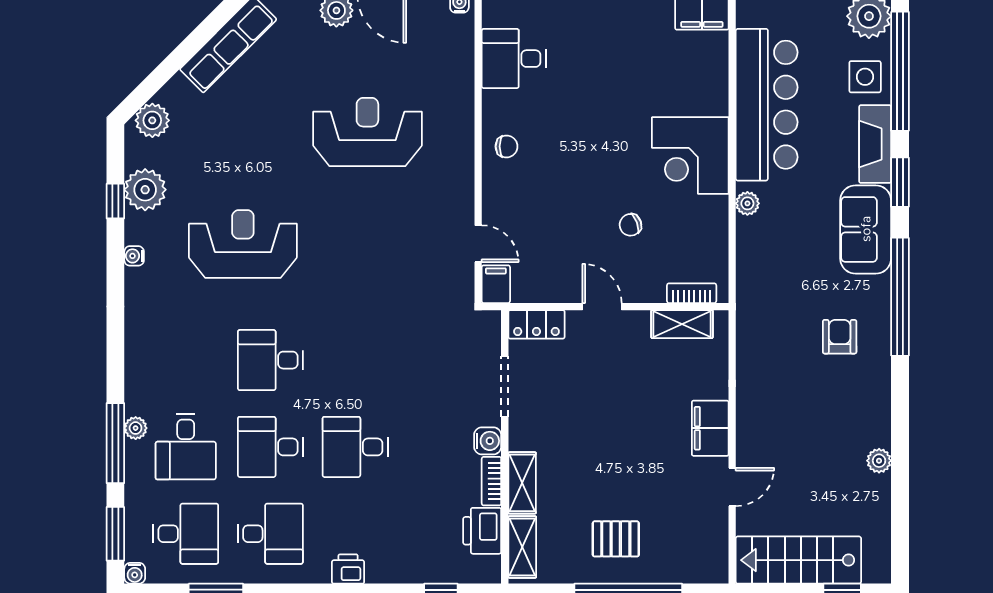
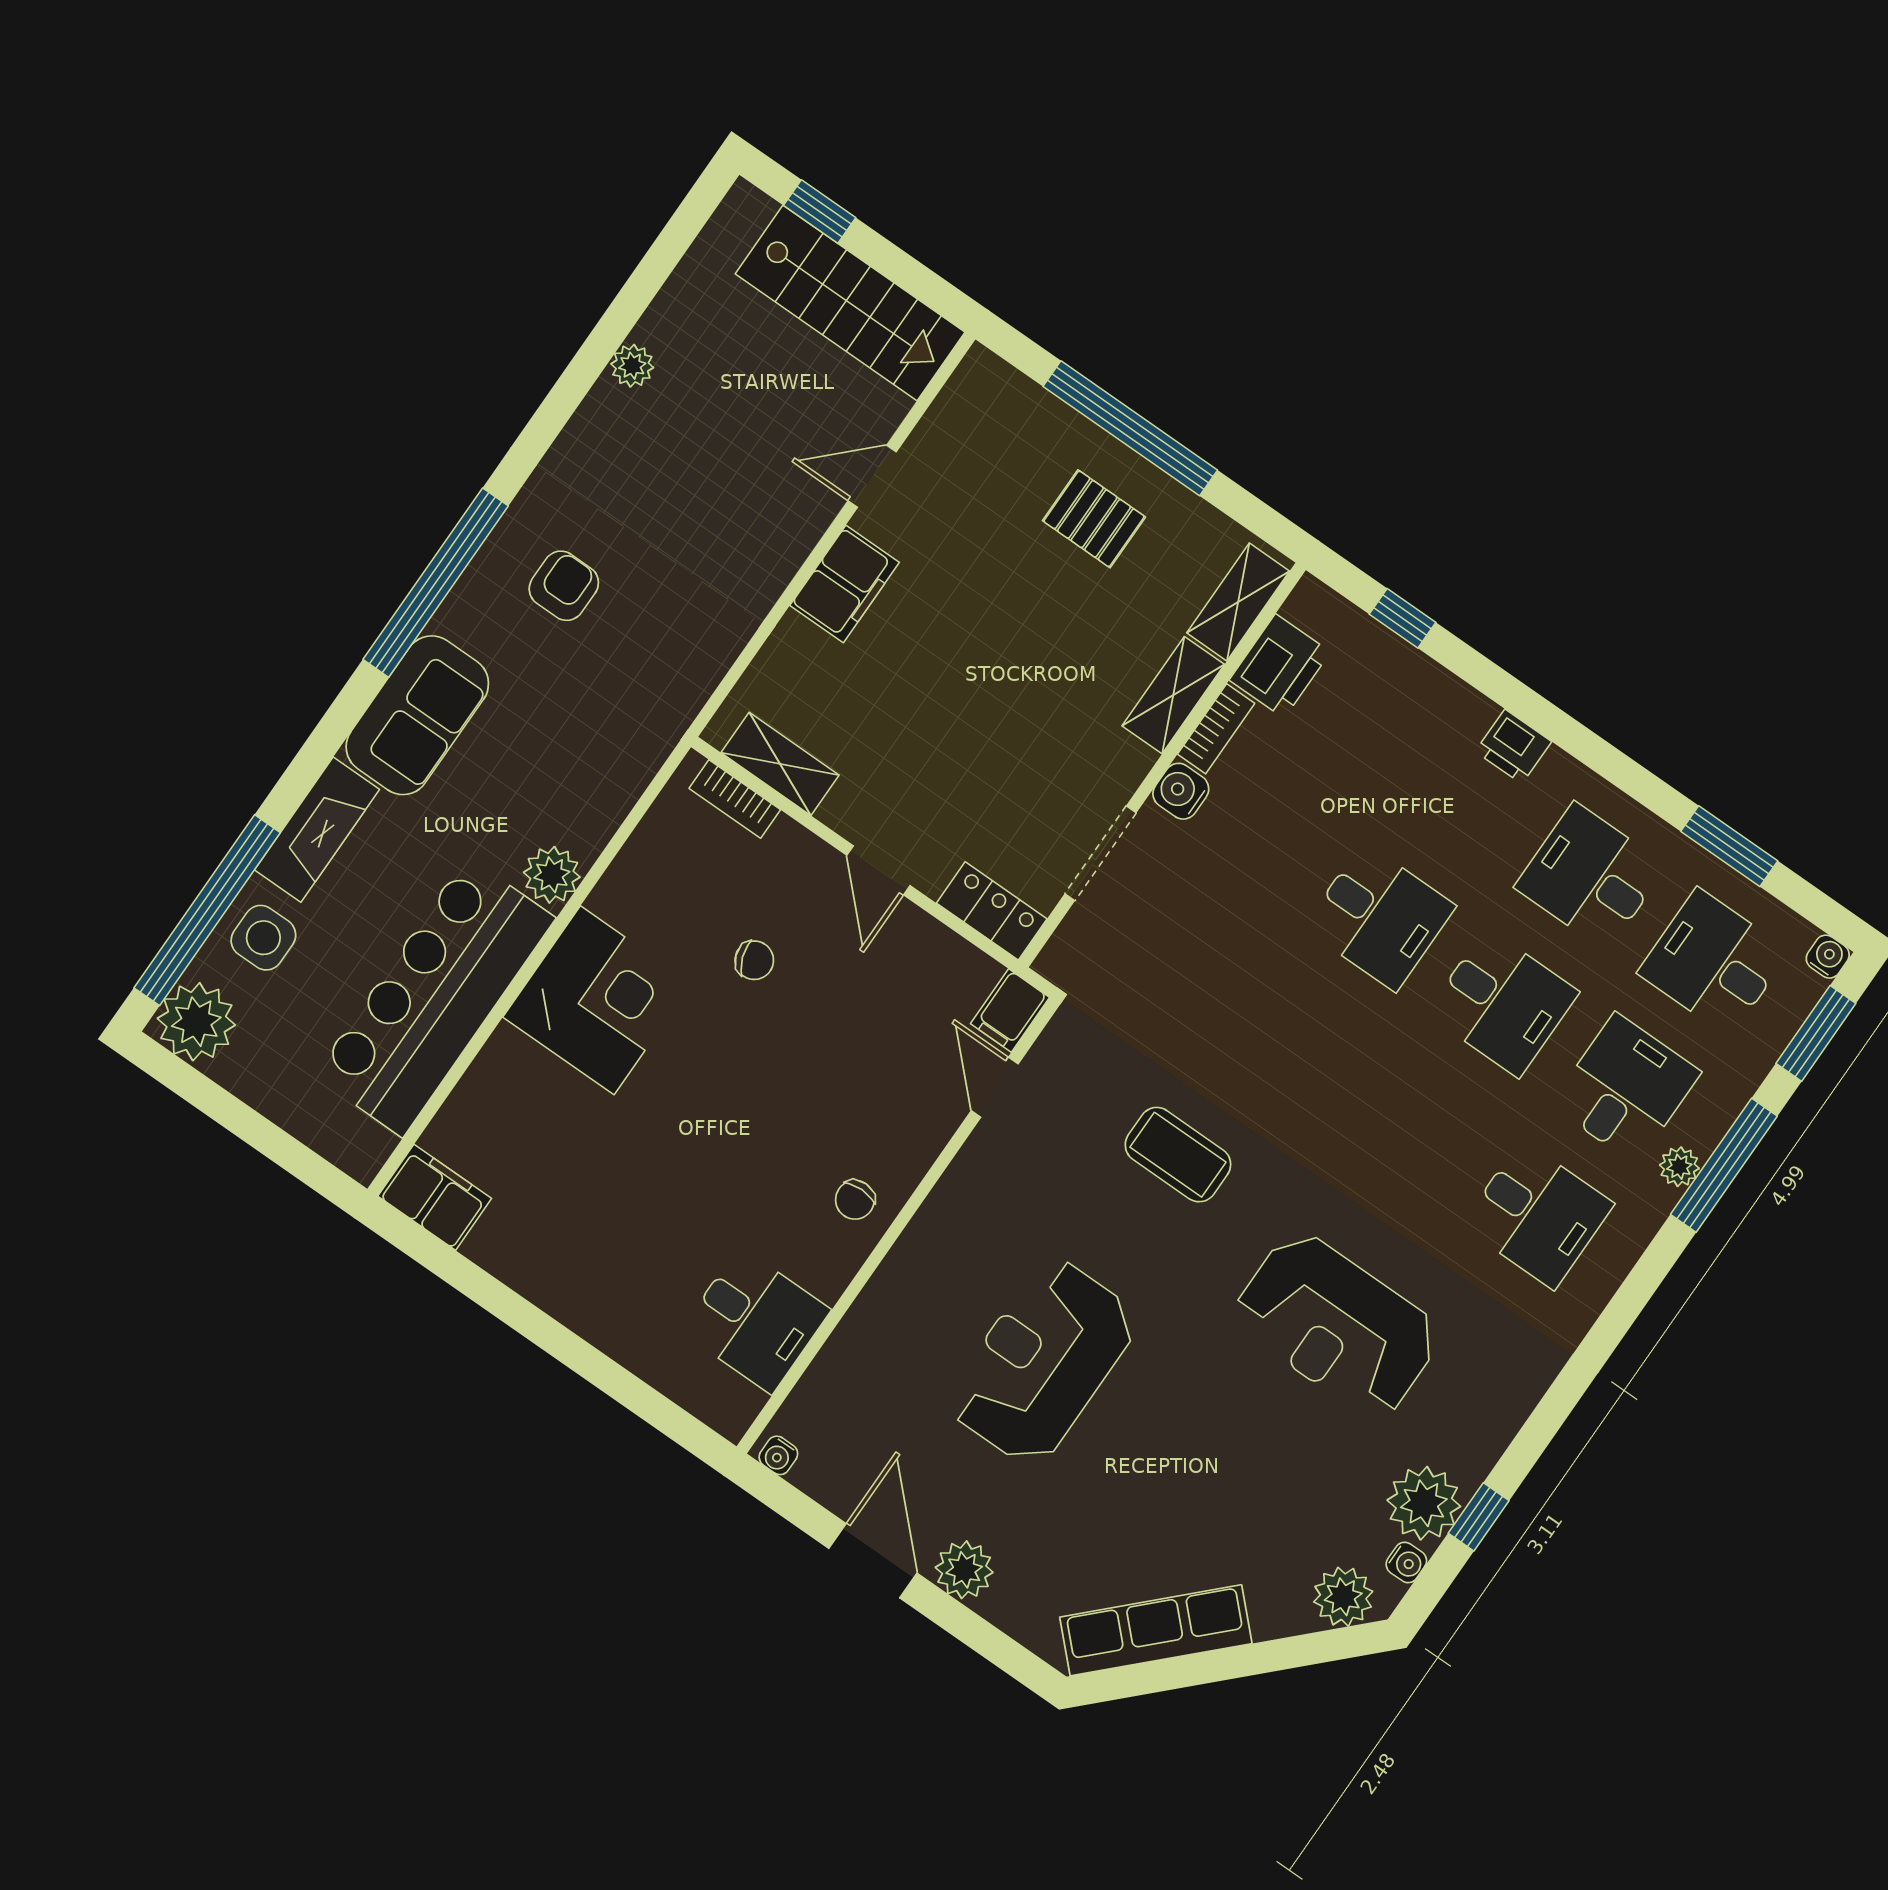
reception desk: (367, 132) -> (1042, 1362), turned 90
chair: (507, 146) -> (855, 1200), turned -90
window: (900, 182) -> (319, 749), removed
plant: (747, 203) -> (552, 875), width x1.38, depth x1.38
water cooler: (134, 256) -> (1406, 1562), moved
coffee table: (372, 272) -> (1178, 1155), added
armchair: (840, 337) -> (564, 586), turned 180
desk: (270, 360) -> (1538, 1215), moved

